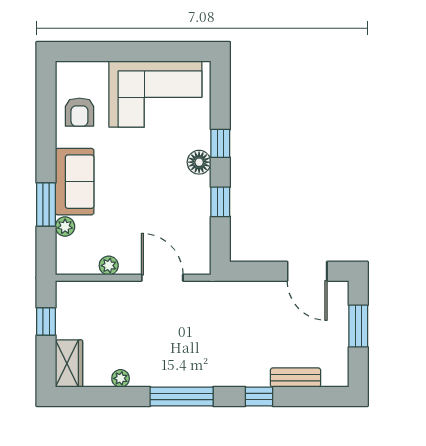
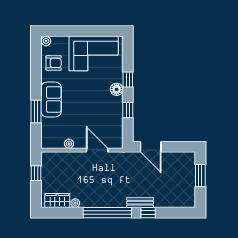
armchair: (79, 112) -> (54, 63), turned -90
plant: (65, 227) -> (46, 41), moved
door: (307, 271) -> (151, 147), moved
wardrobe: (69, 364) -> (57, 200), moved, turned -90
bench: (296, 378) -> (140, 203), moved
window: (182, 397) -> (107, 213), width x1.46

